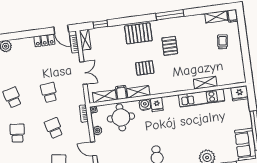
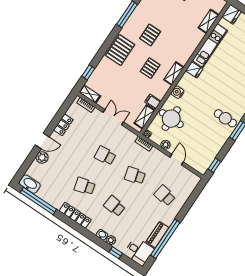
door: (61, 30) -> (42, 141), moved
pallet: (170, 46) -> (150, 35), turned 90
shelving: (205, 83) -> (209, 21), moved
shelving: (138, 92) -> (174, 74), moved
fridge: (157, 104) -> (194, 70), moved
door: (94, 149) -> (177, 160), swing flipped

